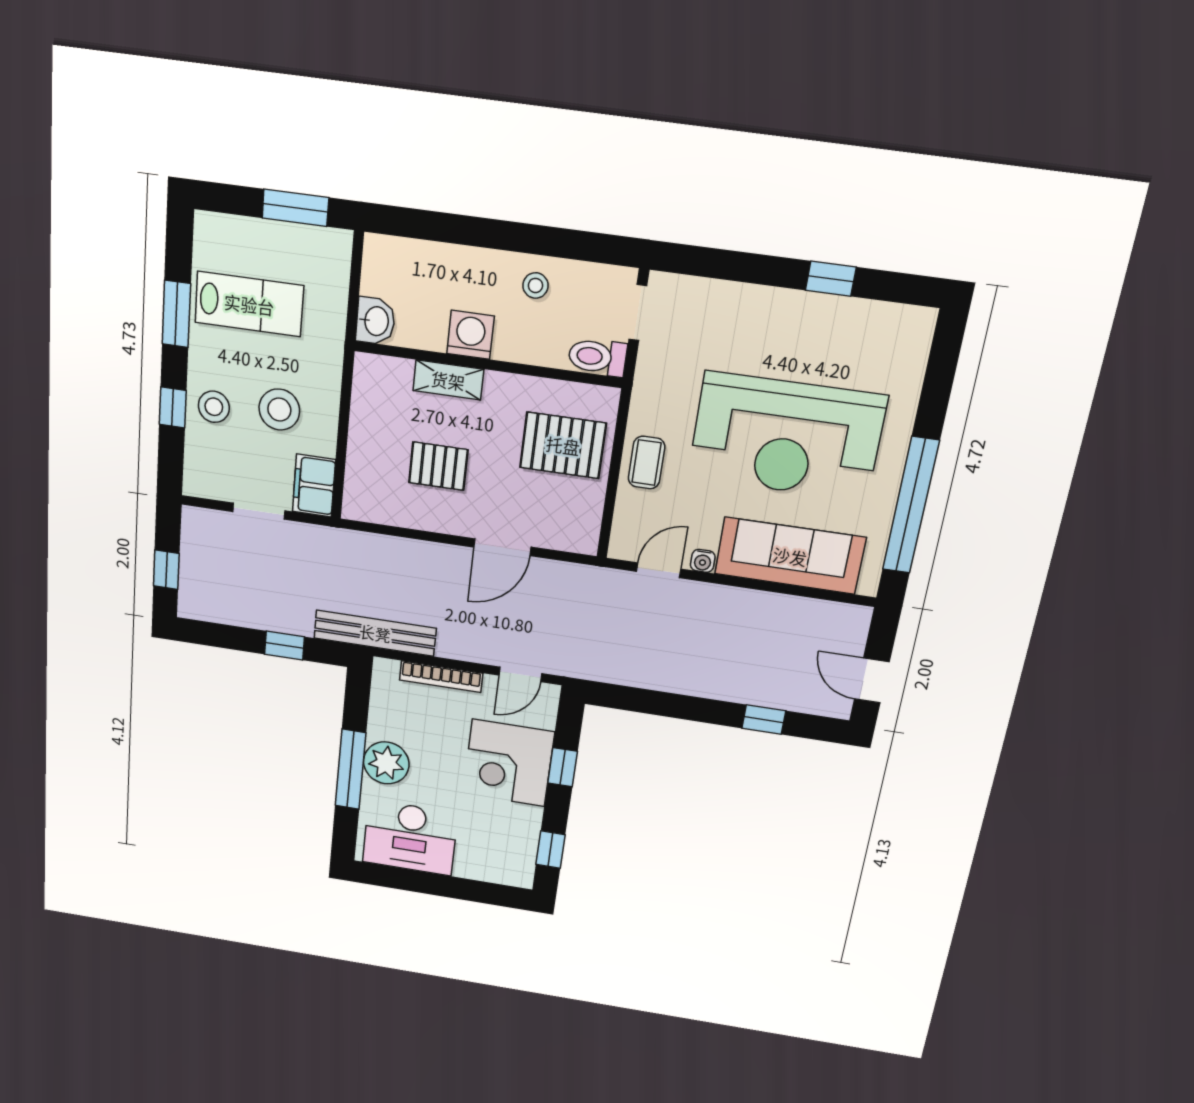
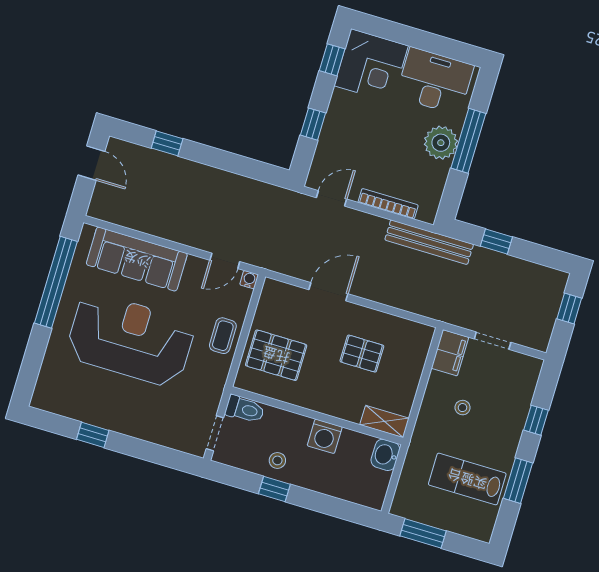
window: (533, 239) -> (274, 489), added
shelving: (448, 380) -> (384, 422), moved
stool: (214, 407) -> (507, 416), removed
stool: (279, 410) -> (463, 408), width x0.53, depth x0.53
water cooler: (703, 561) -> (249, 280), moved
corner desk: (509, 763) -> (371, 66), moved, turned 90

